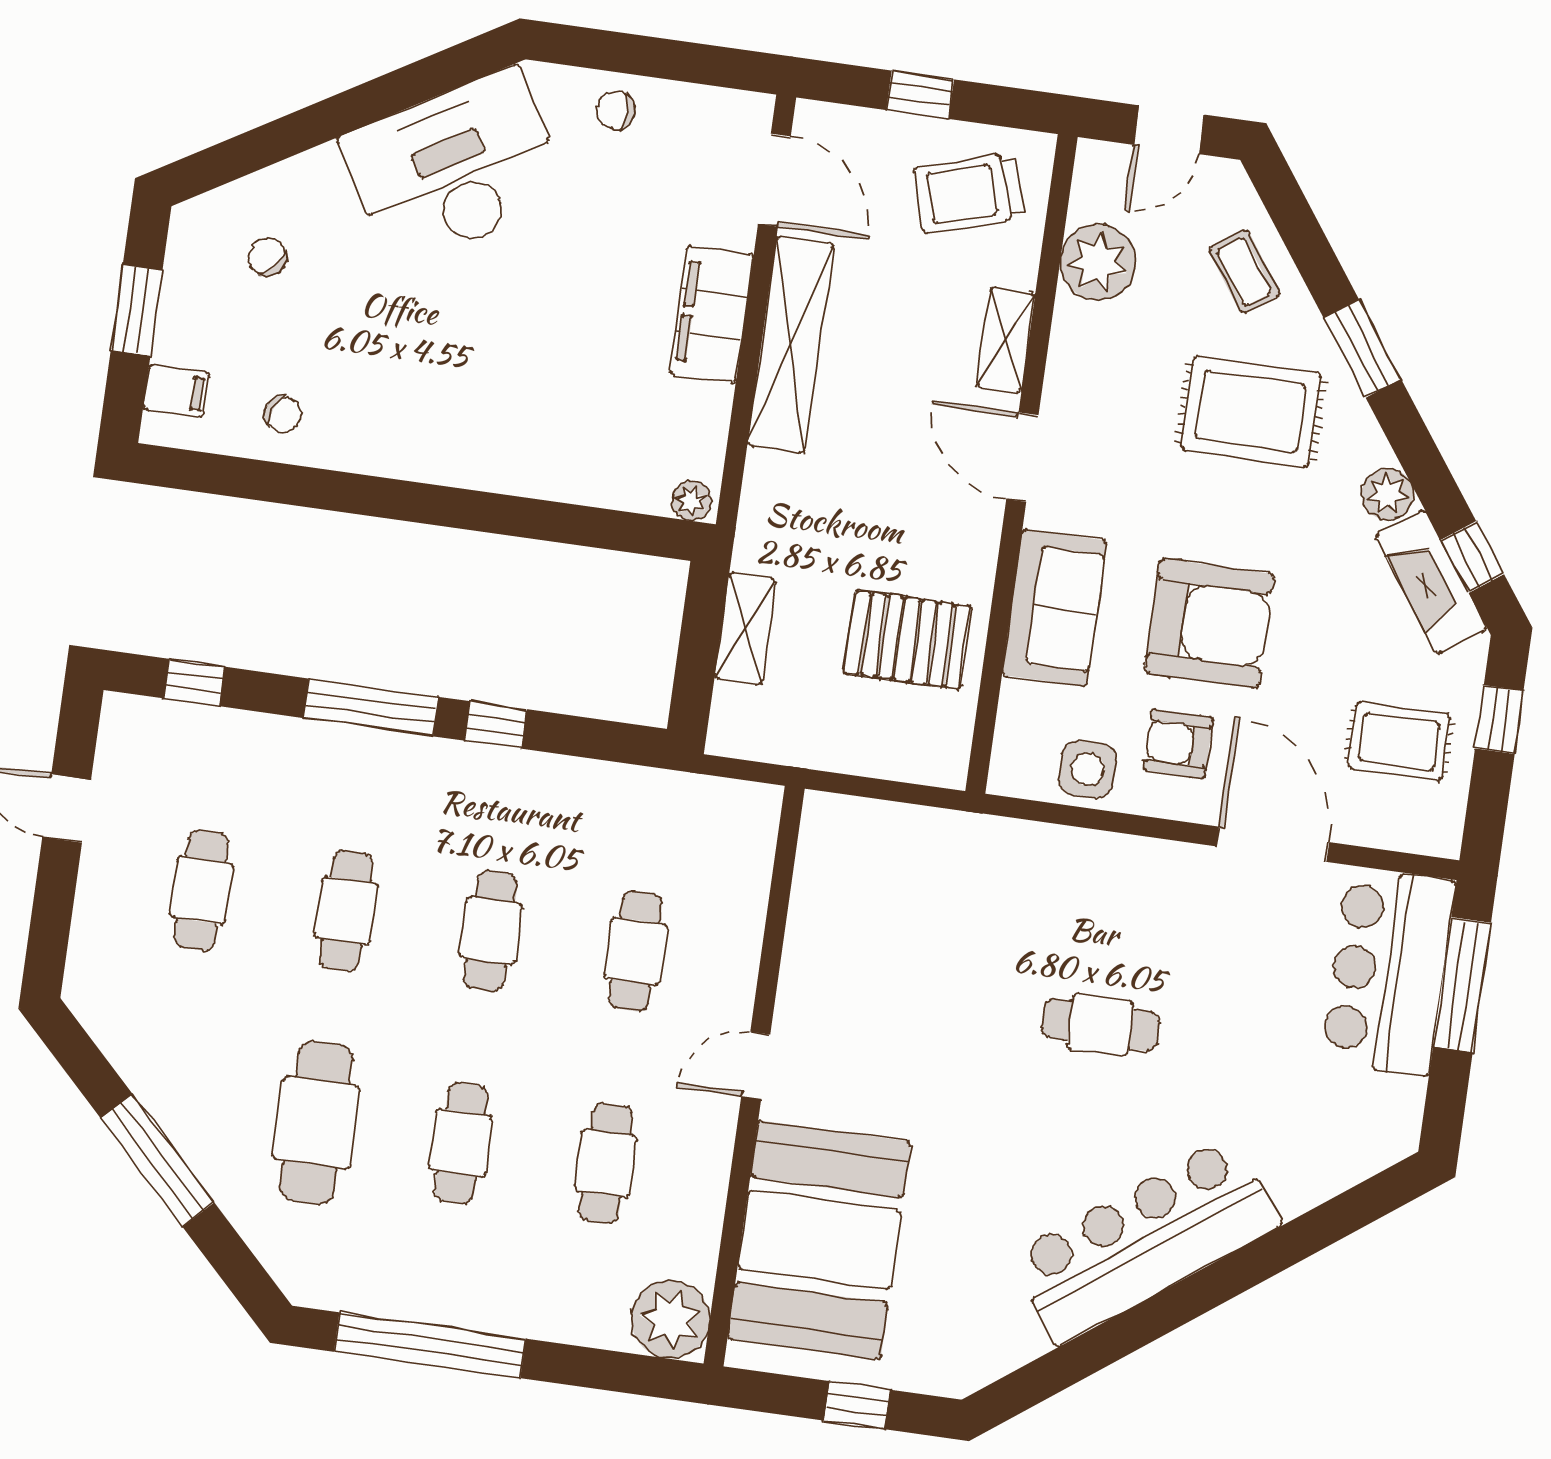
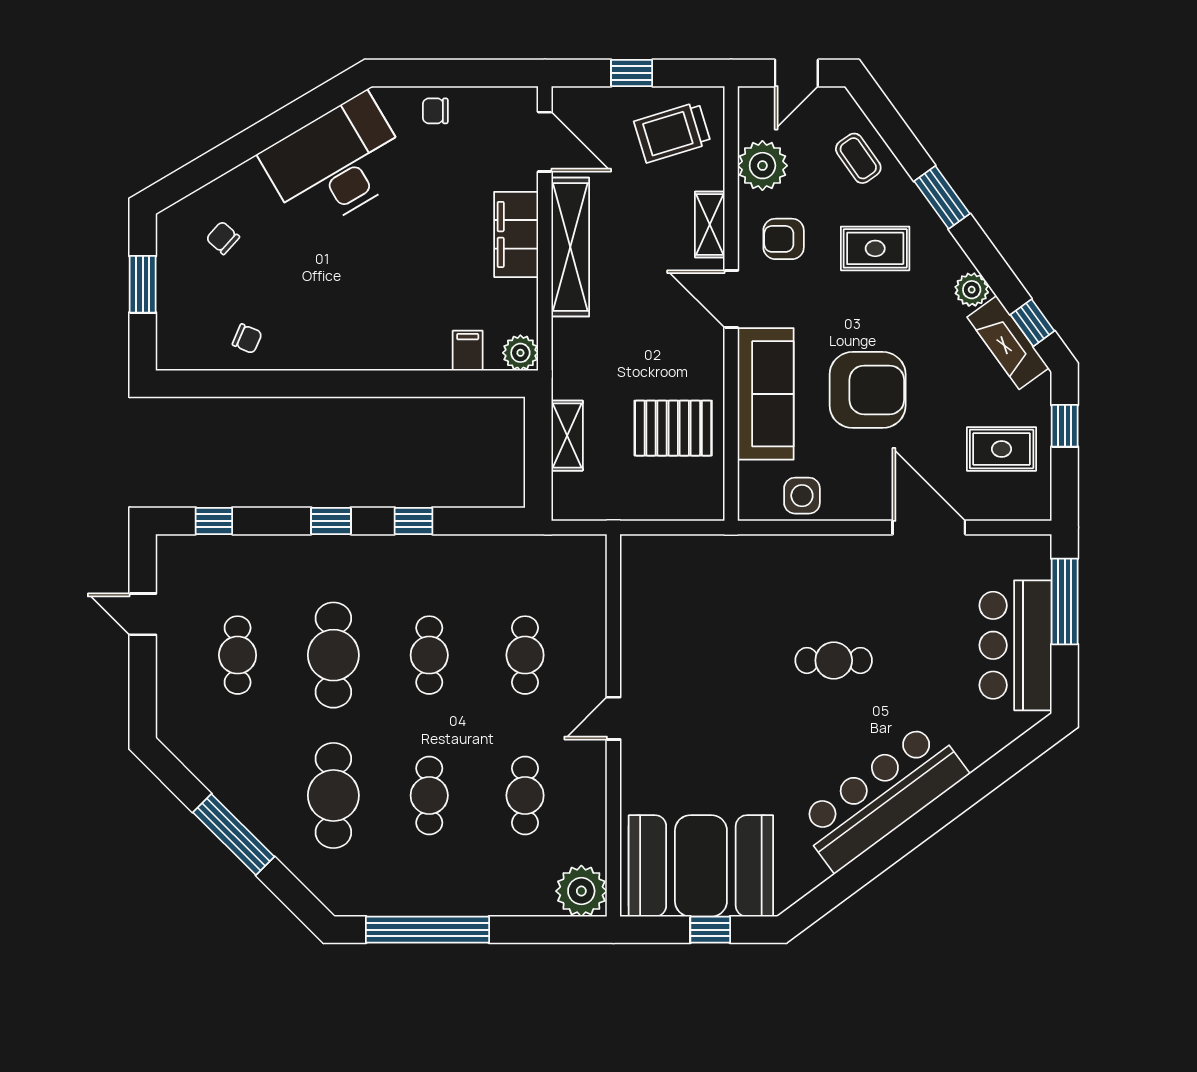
filing cabinet: (176, 391) -> (468, 351), moved, turned -90
rug: (1251, 411) -> (875, 248), width x0.73, depth x0.70
plant: (692, 501) -> (520, 353), width x1.38, depth x1.38
sofa: (1054, 608) -> (766, 394), width x1.36
window: (371, 707) -> (331, 521), width x0.46
armchair: (1178, 744) -> (784, 239), moved
cafe table: (346, 911) -> (333, 655), width x1.37, depth x1.35
bar counter: (1388, 972) -> (1015, 645), moved
booth: (819, 1240) -> (701, 866), moved, turned 90

